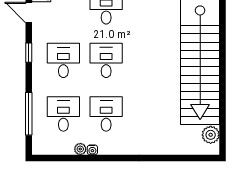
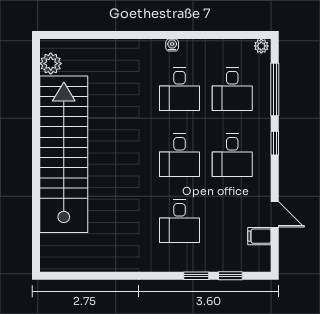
window: (29, 53) -> (275, 143), moved
plant: (80, 149) -> (261, 46), moved
water cooler: (92, 150) -> (172, 45), moved

